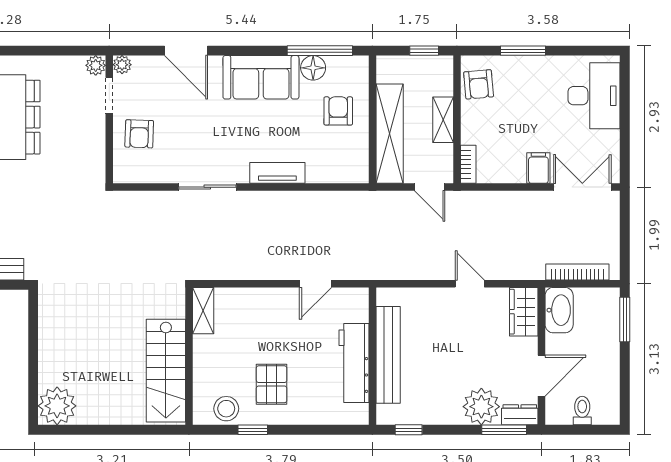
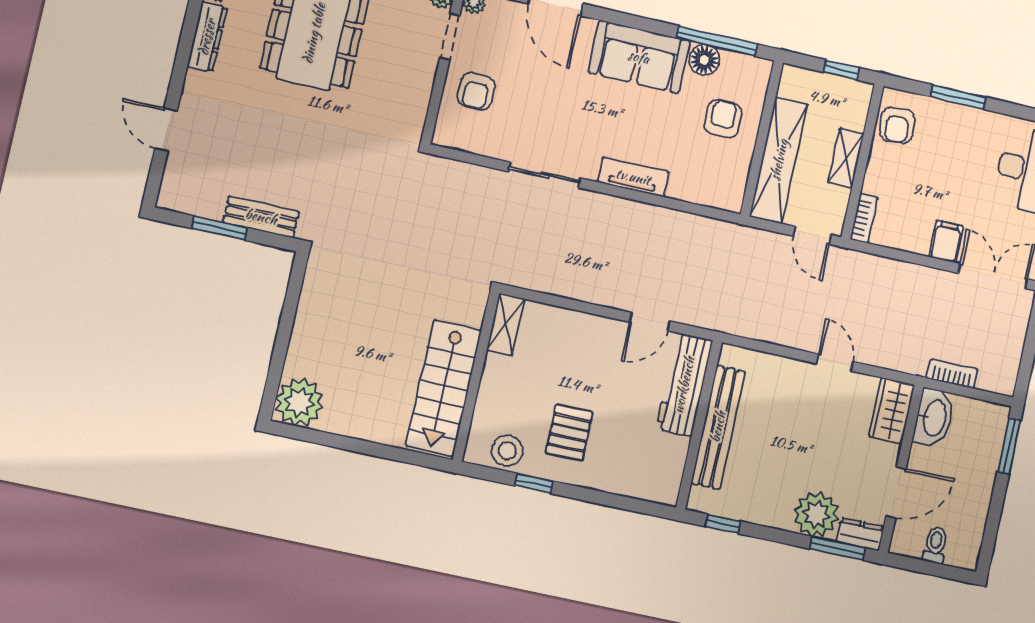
bookcase: (577, 272) -> (952, 374), width x0.64
workbench: (354, 363) -> (684, 385), moved

